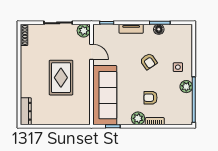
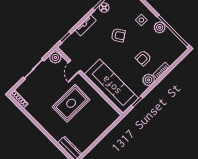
door: (91, 52) -> (74, 66), swing flipped
rug: (61, 78) -> (71, 103), turned 90

